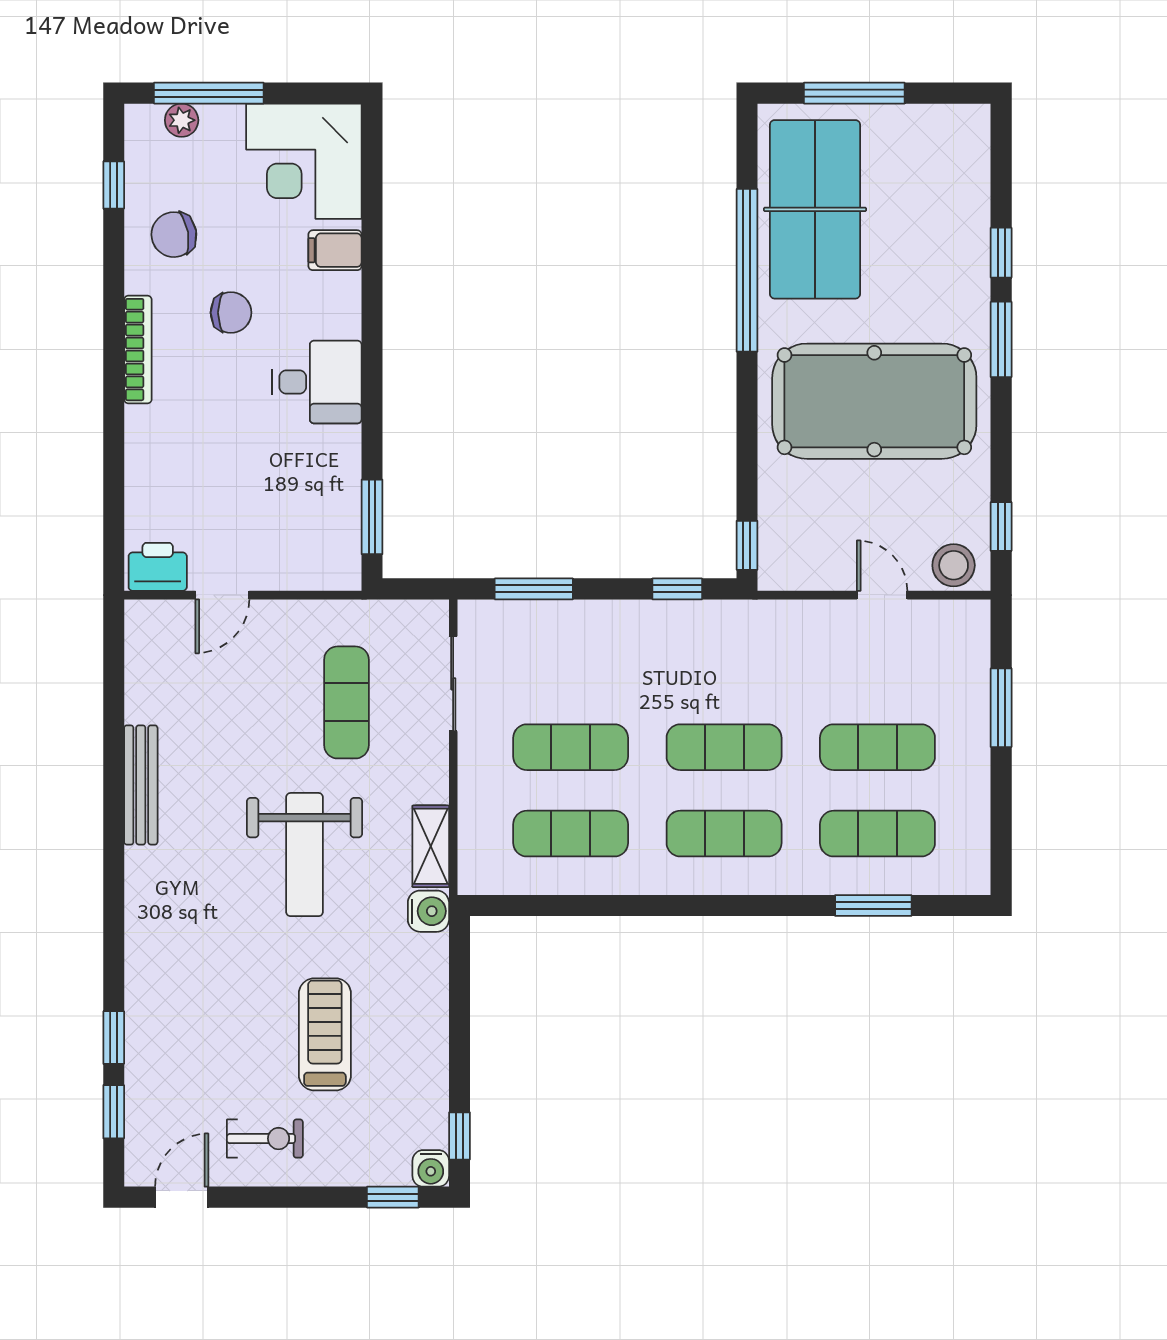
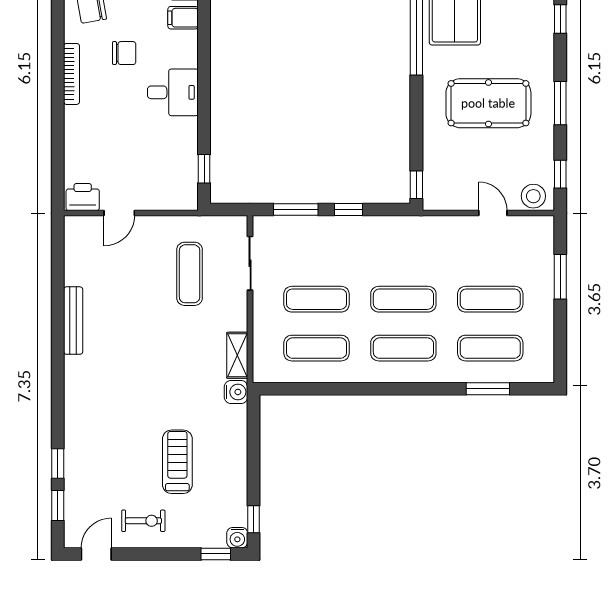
window: (1001, 339) -> (560, 103), moved
pool table: (874, 401) -> (488, 103), width x0.73, depth x0.76
window: (372, 517) -> (204, 169), width x0.67
window: (677, 589) -> (349, 210), moved
weight bench: (305, 855) -> (166, 360), removed

